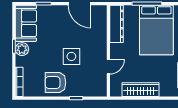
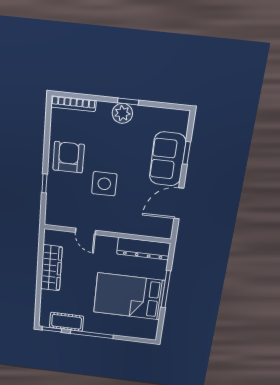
sofa: (26, 23) -> (168, 159), moved, turned 90

